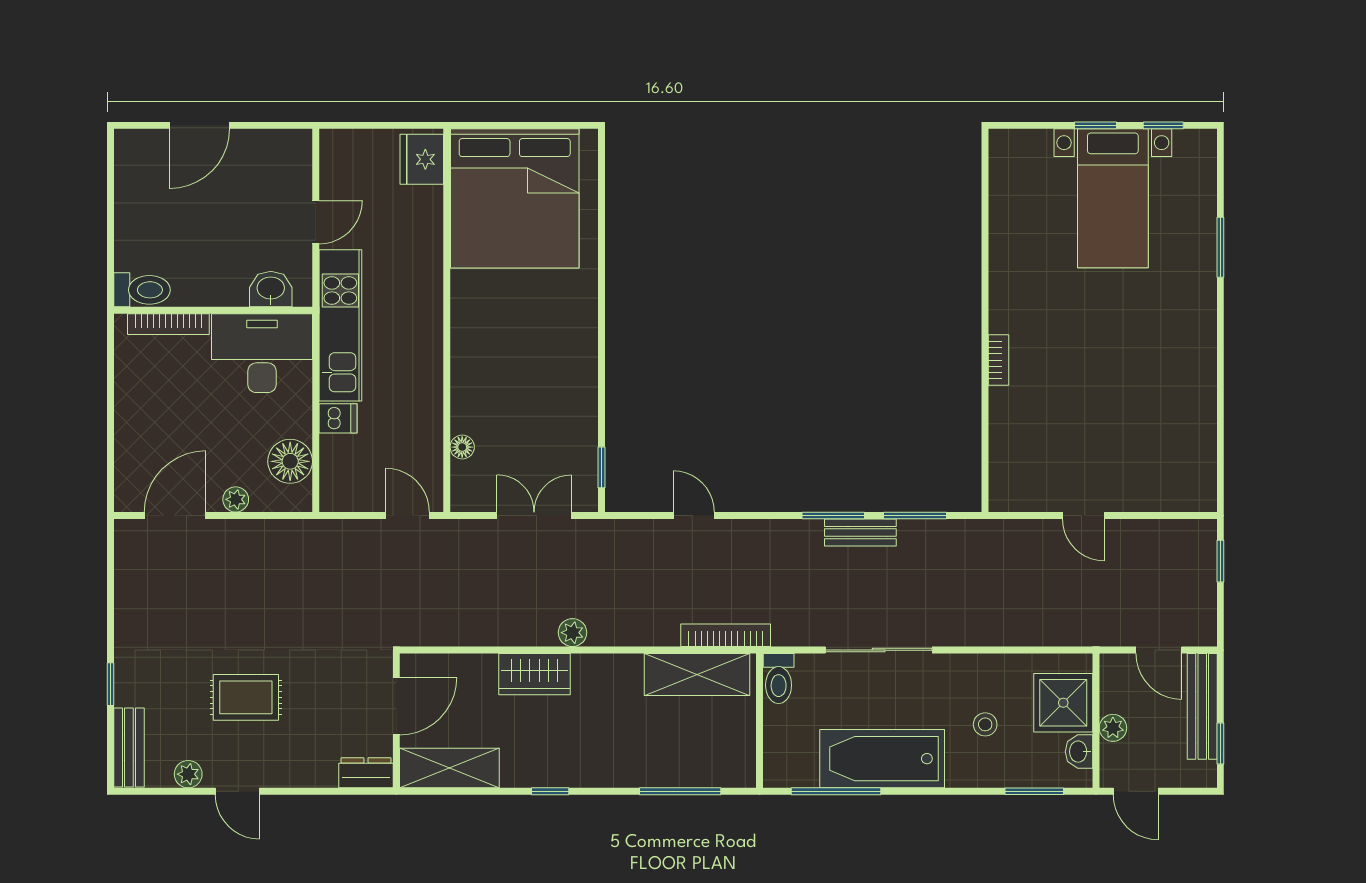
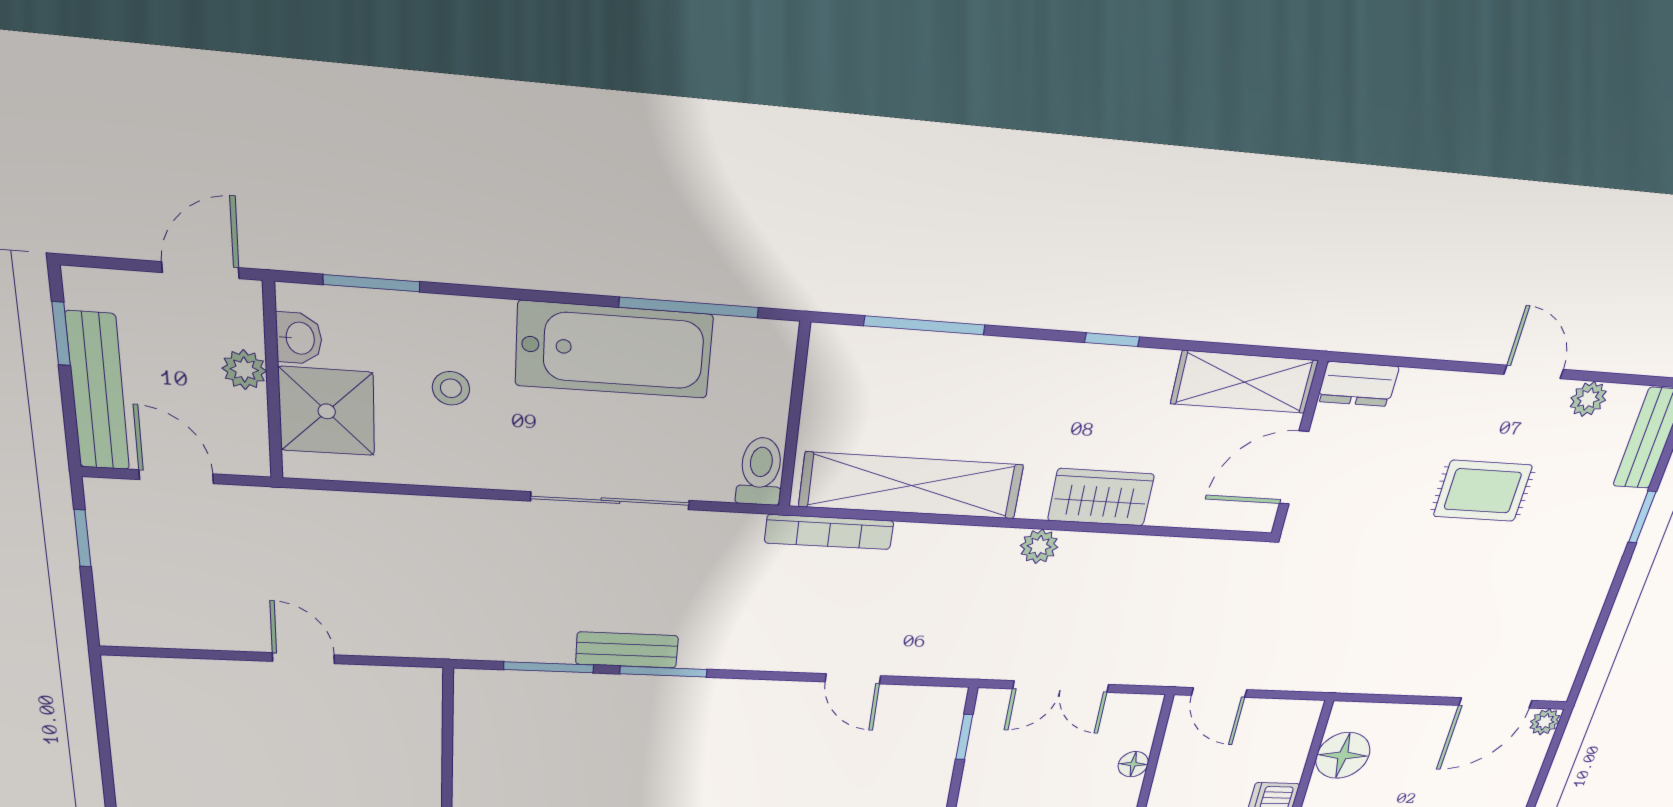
plant: (236, 499) -> (1545, 722), moved
window: (1220, 561) -> (83, 538), moved
shelving: (697, 674) -> (911, 486), width x1.47
door: (1136, 791) -> (201, 270), hinge flipped

